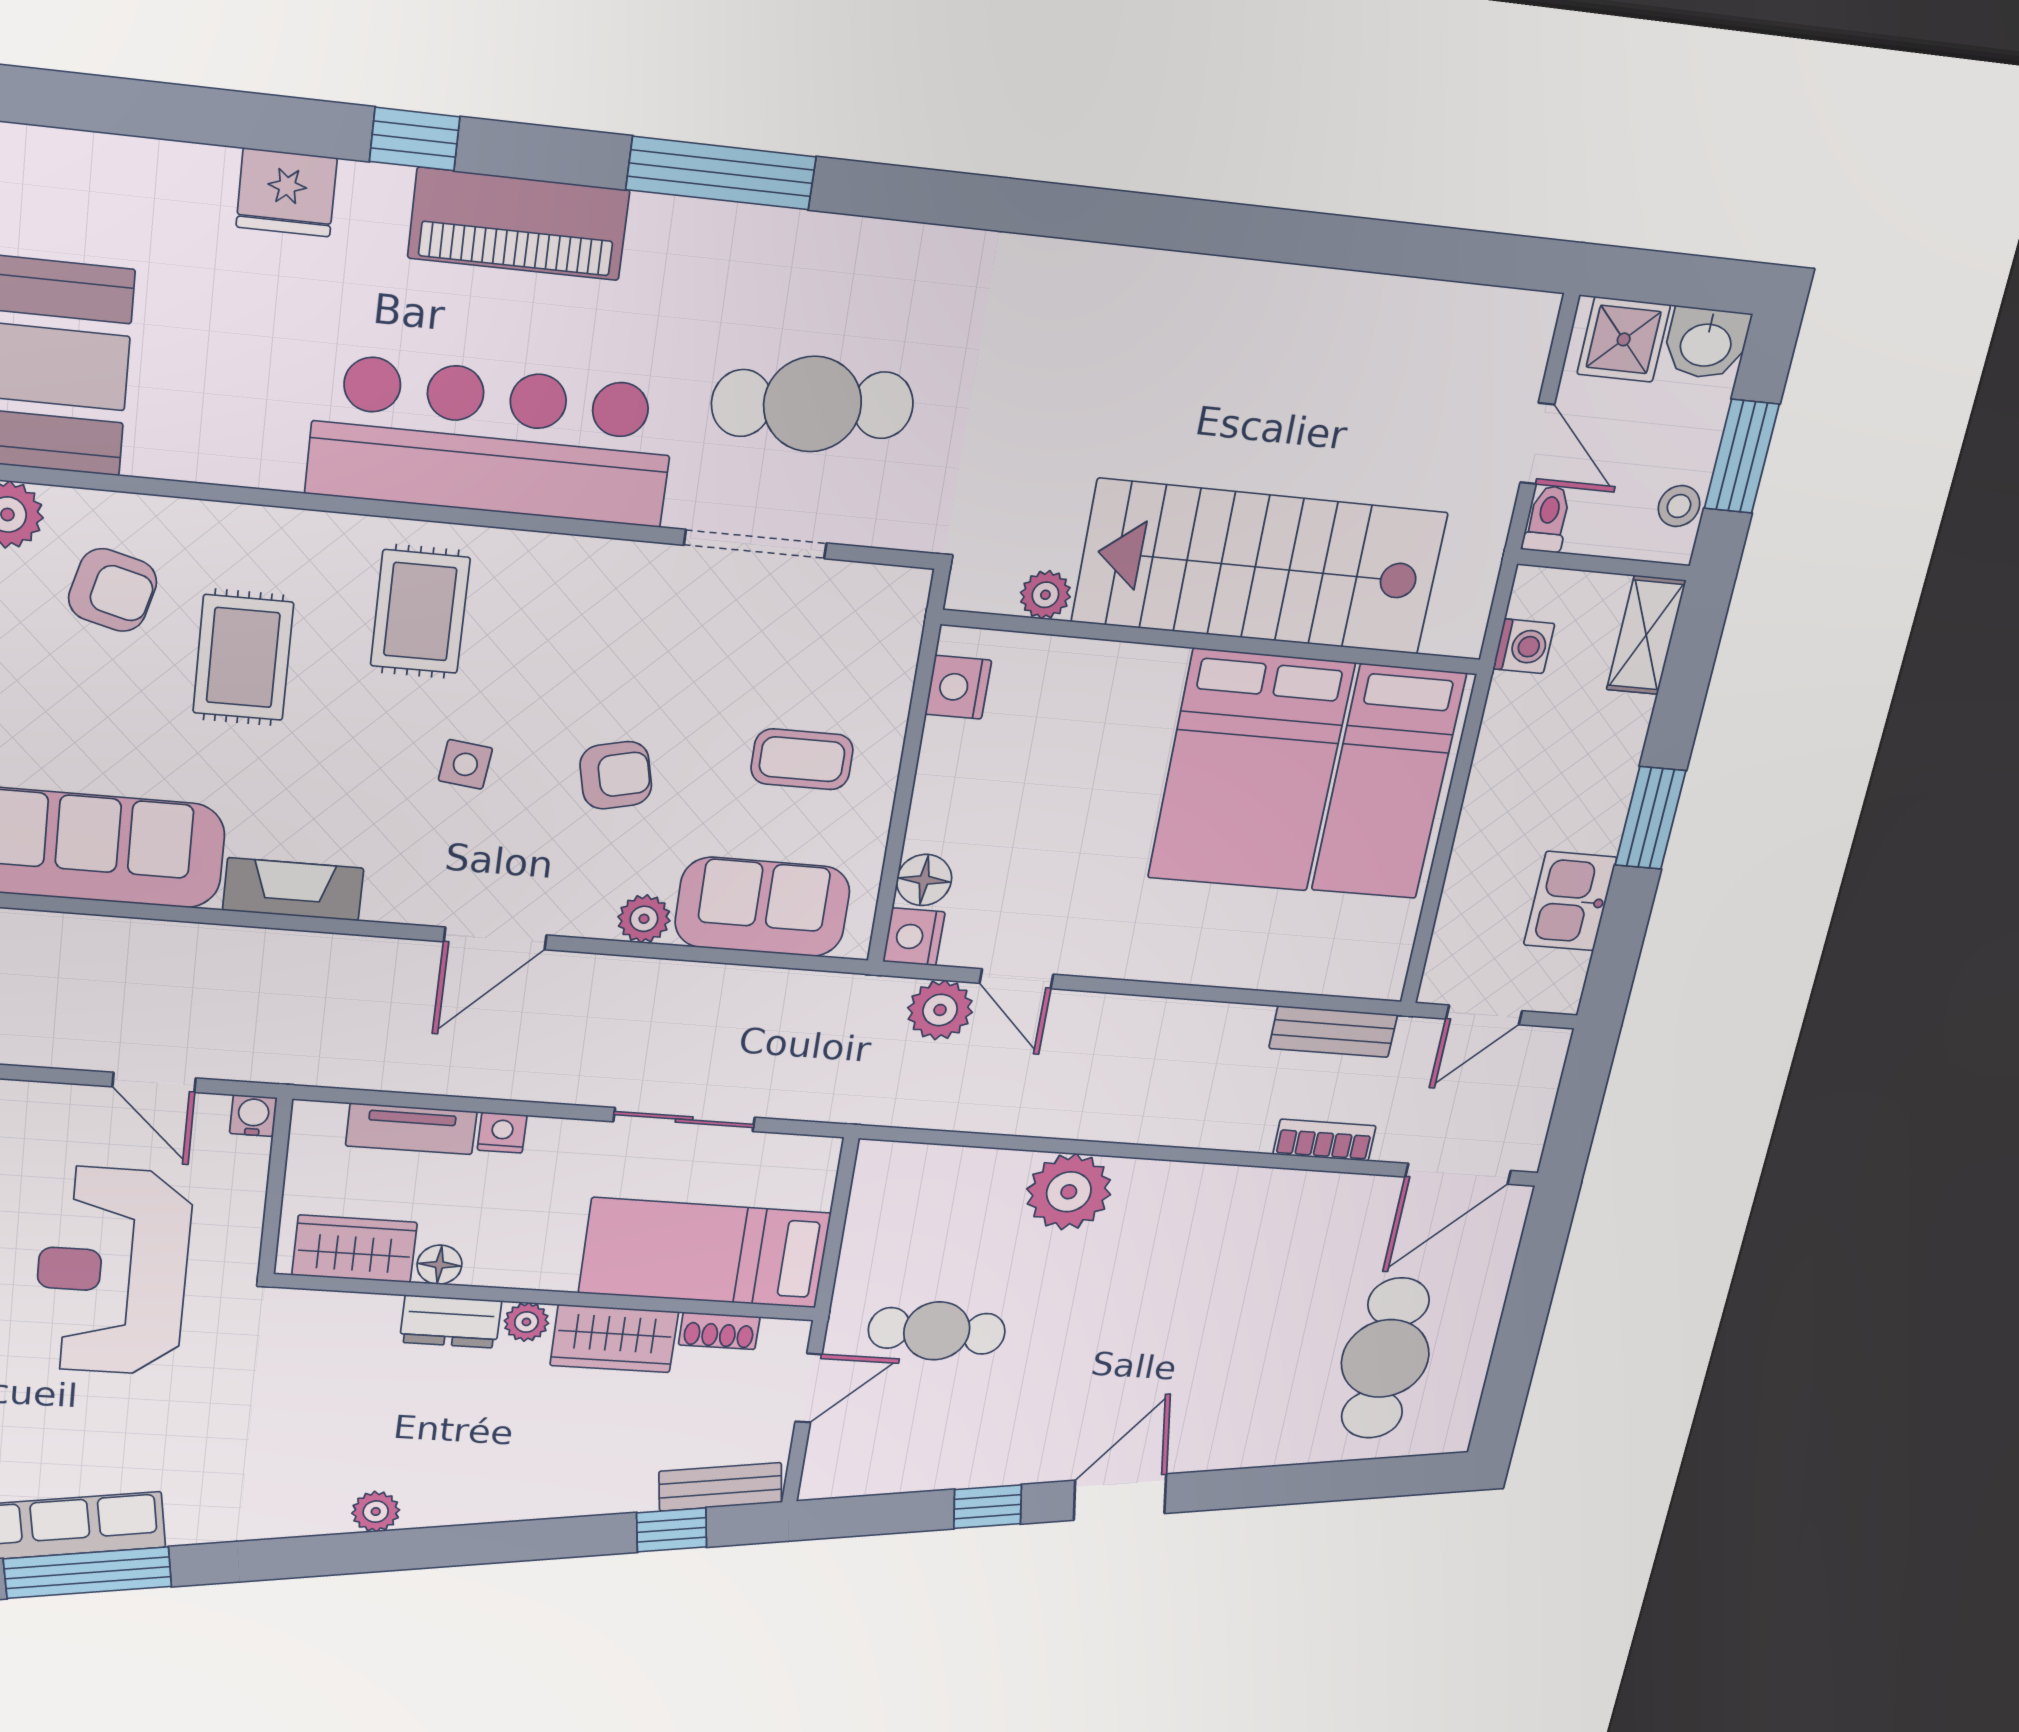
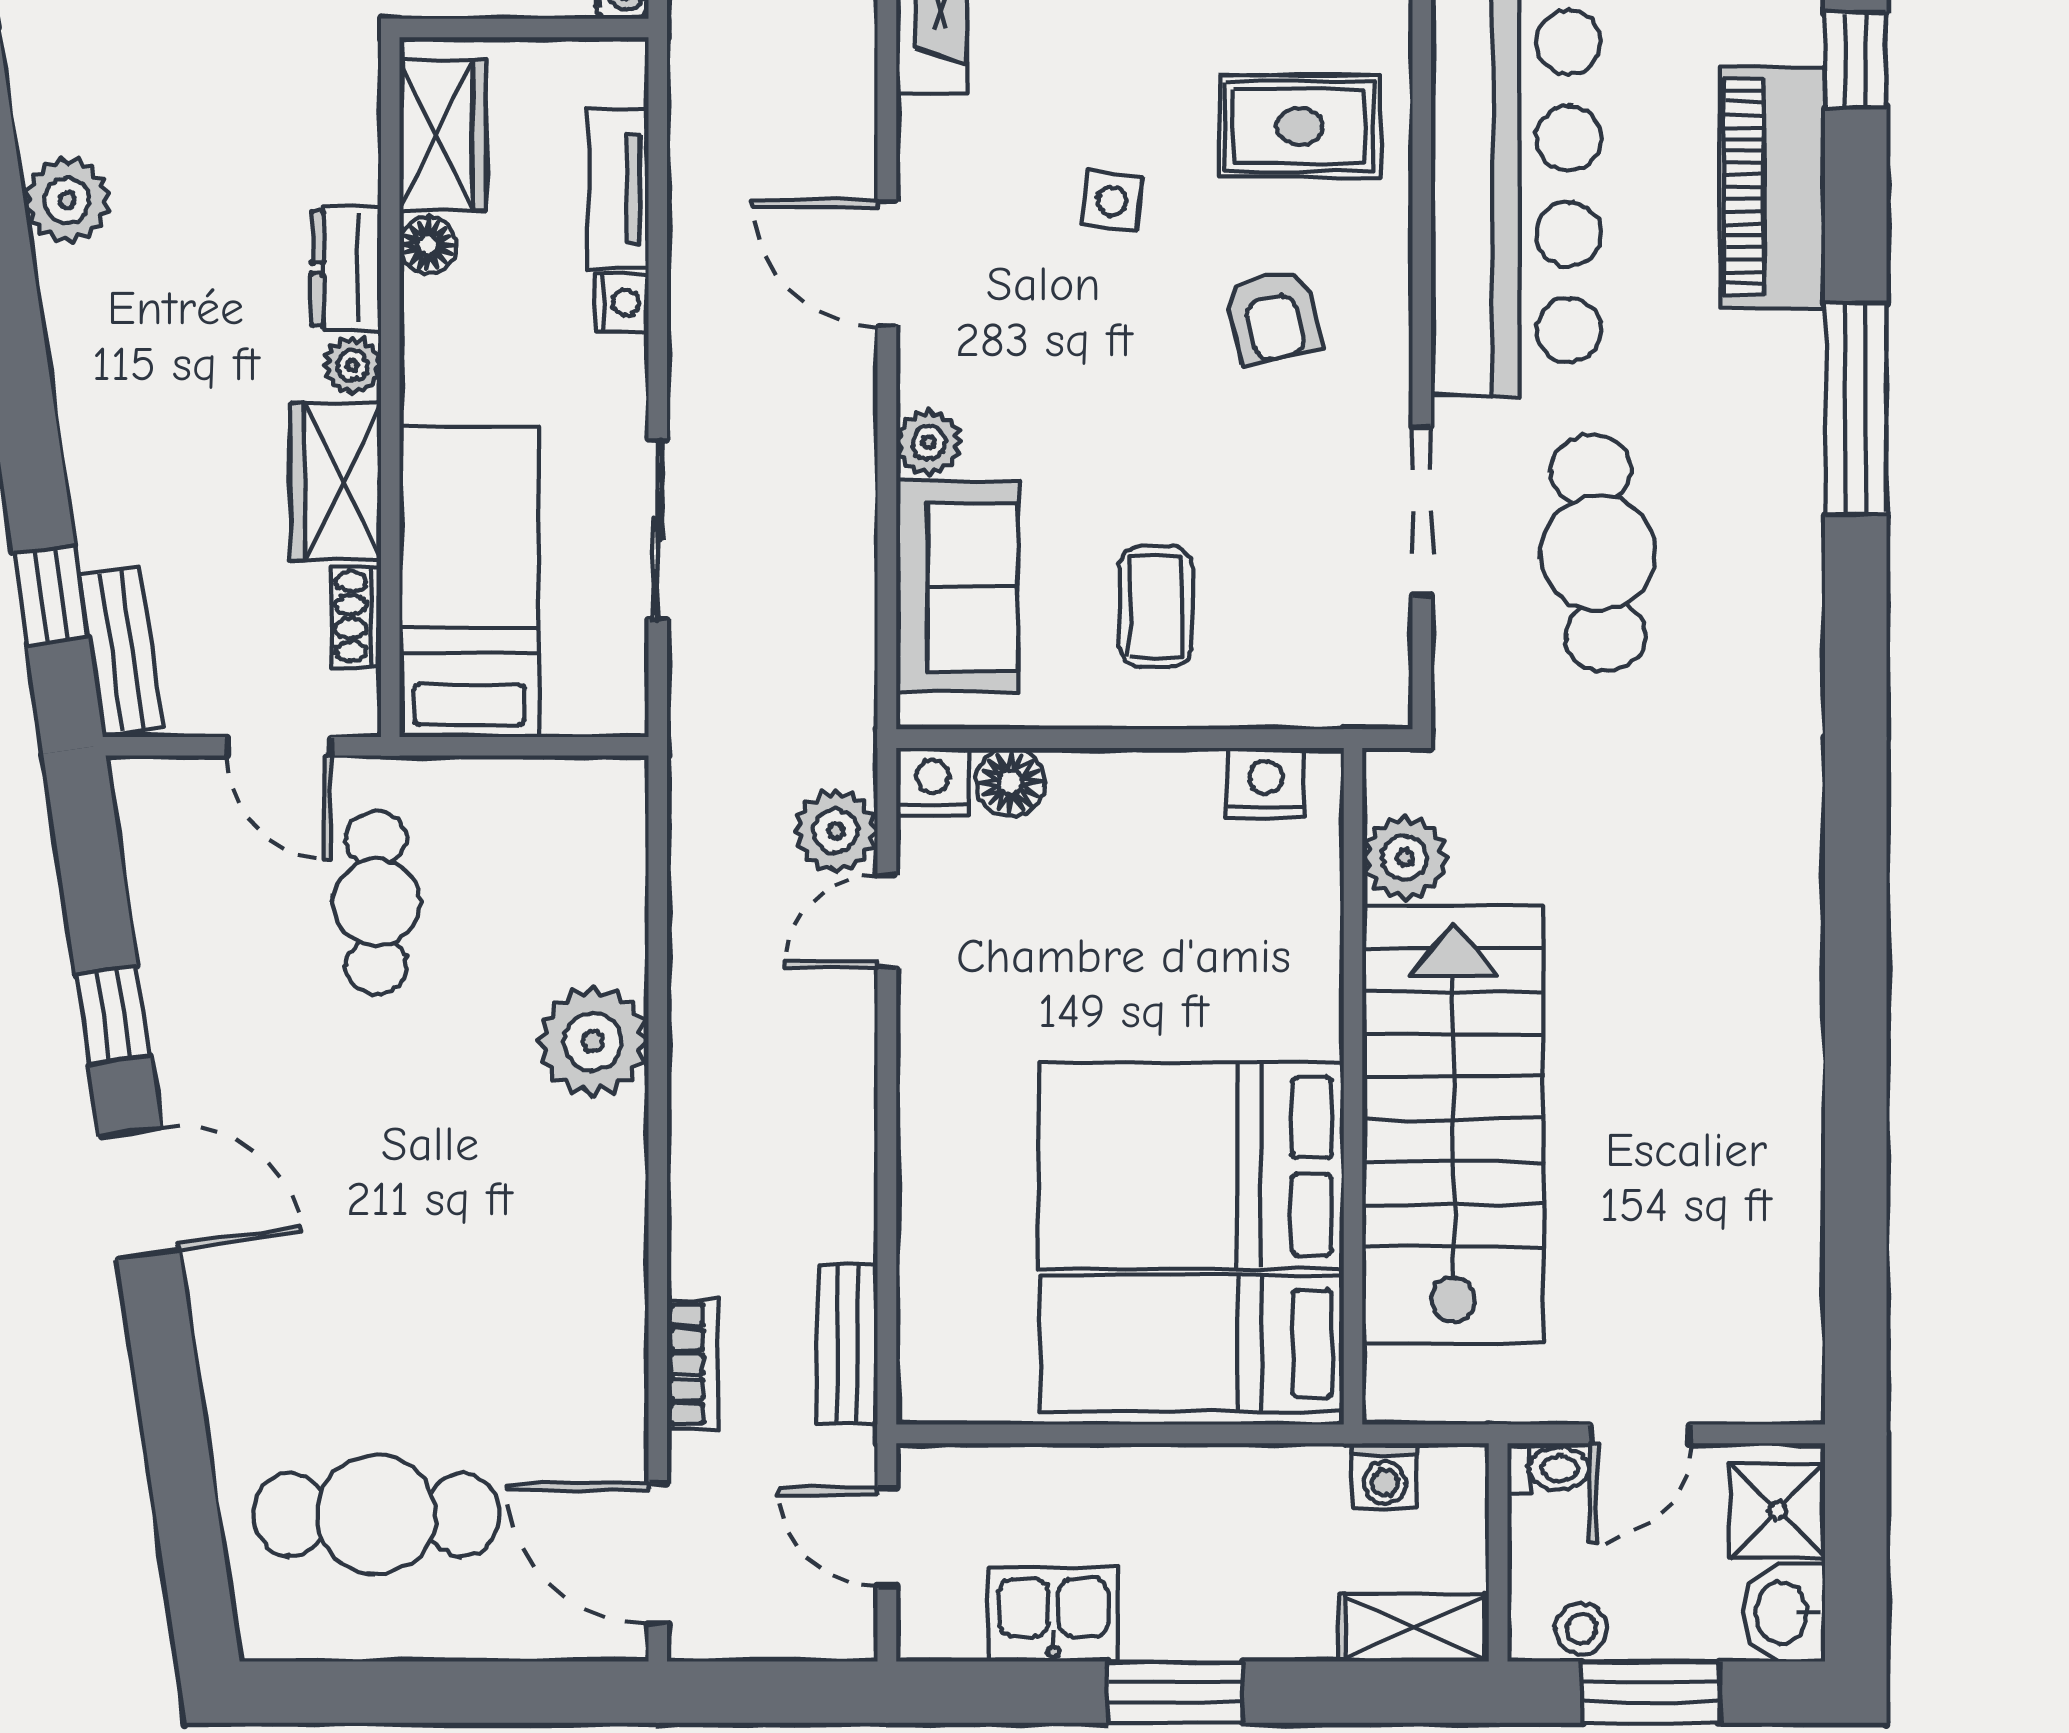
plant: (1045, 595) -> (1405, 858), width x1.38, depth x1.38
armchair: (616, 775) -> (1273, 316), moved
plant: (376, 1512) -> (67, 200), width x1.38, depth x1.38

